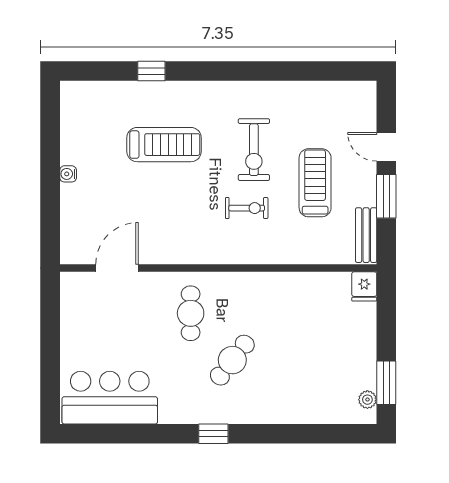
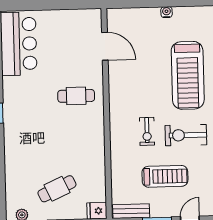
treadmill: (164, 145) -> (188, 75), width x1.37, depth x1.38
cafe table: (232, 360) -> (57, 189), moved, turned -63

